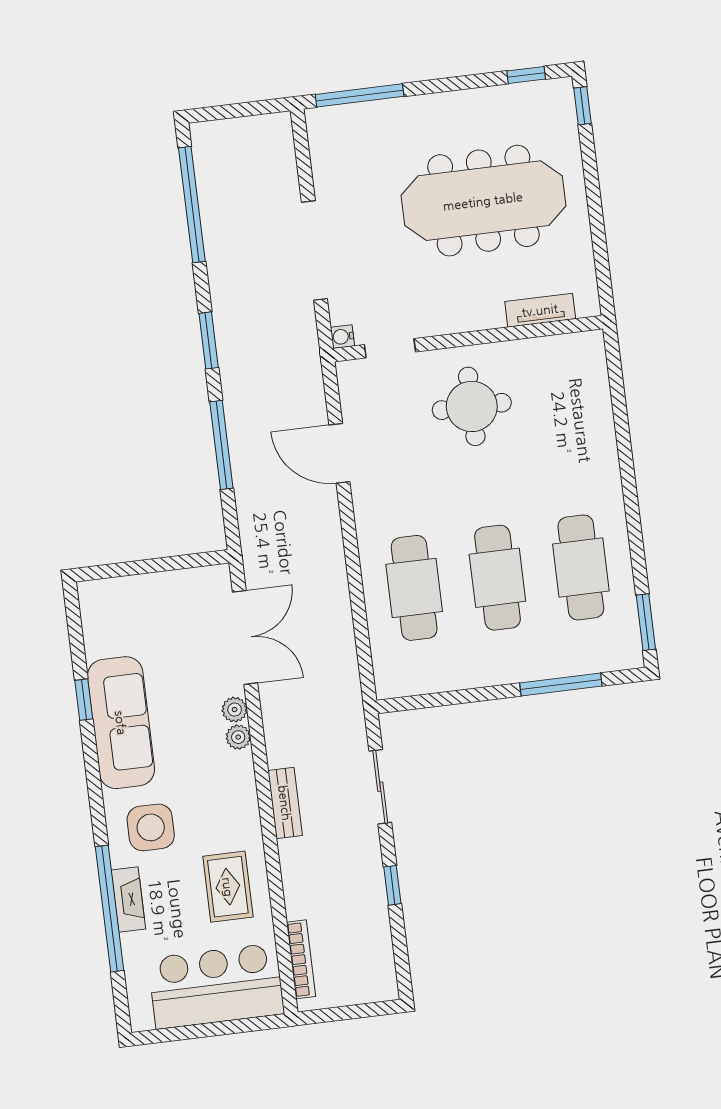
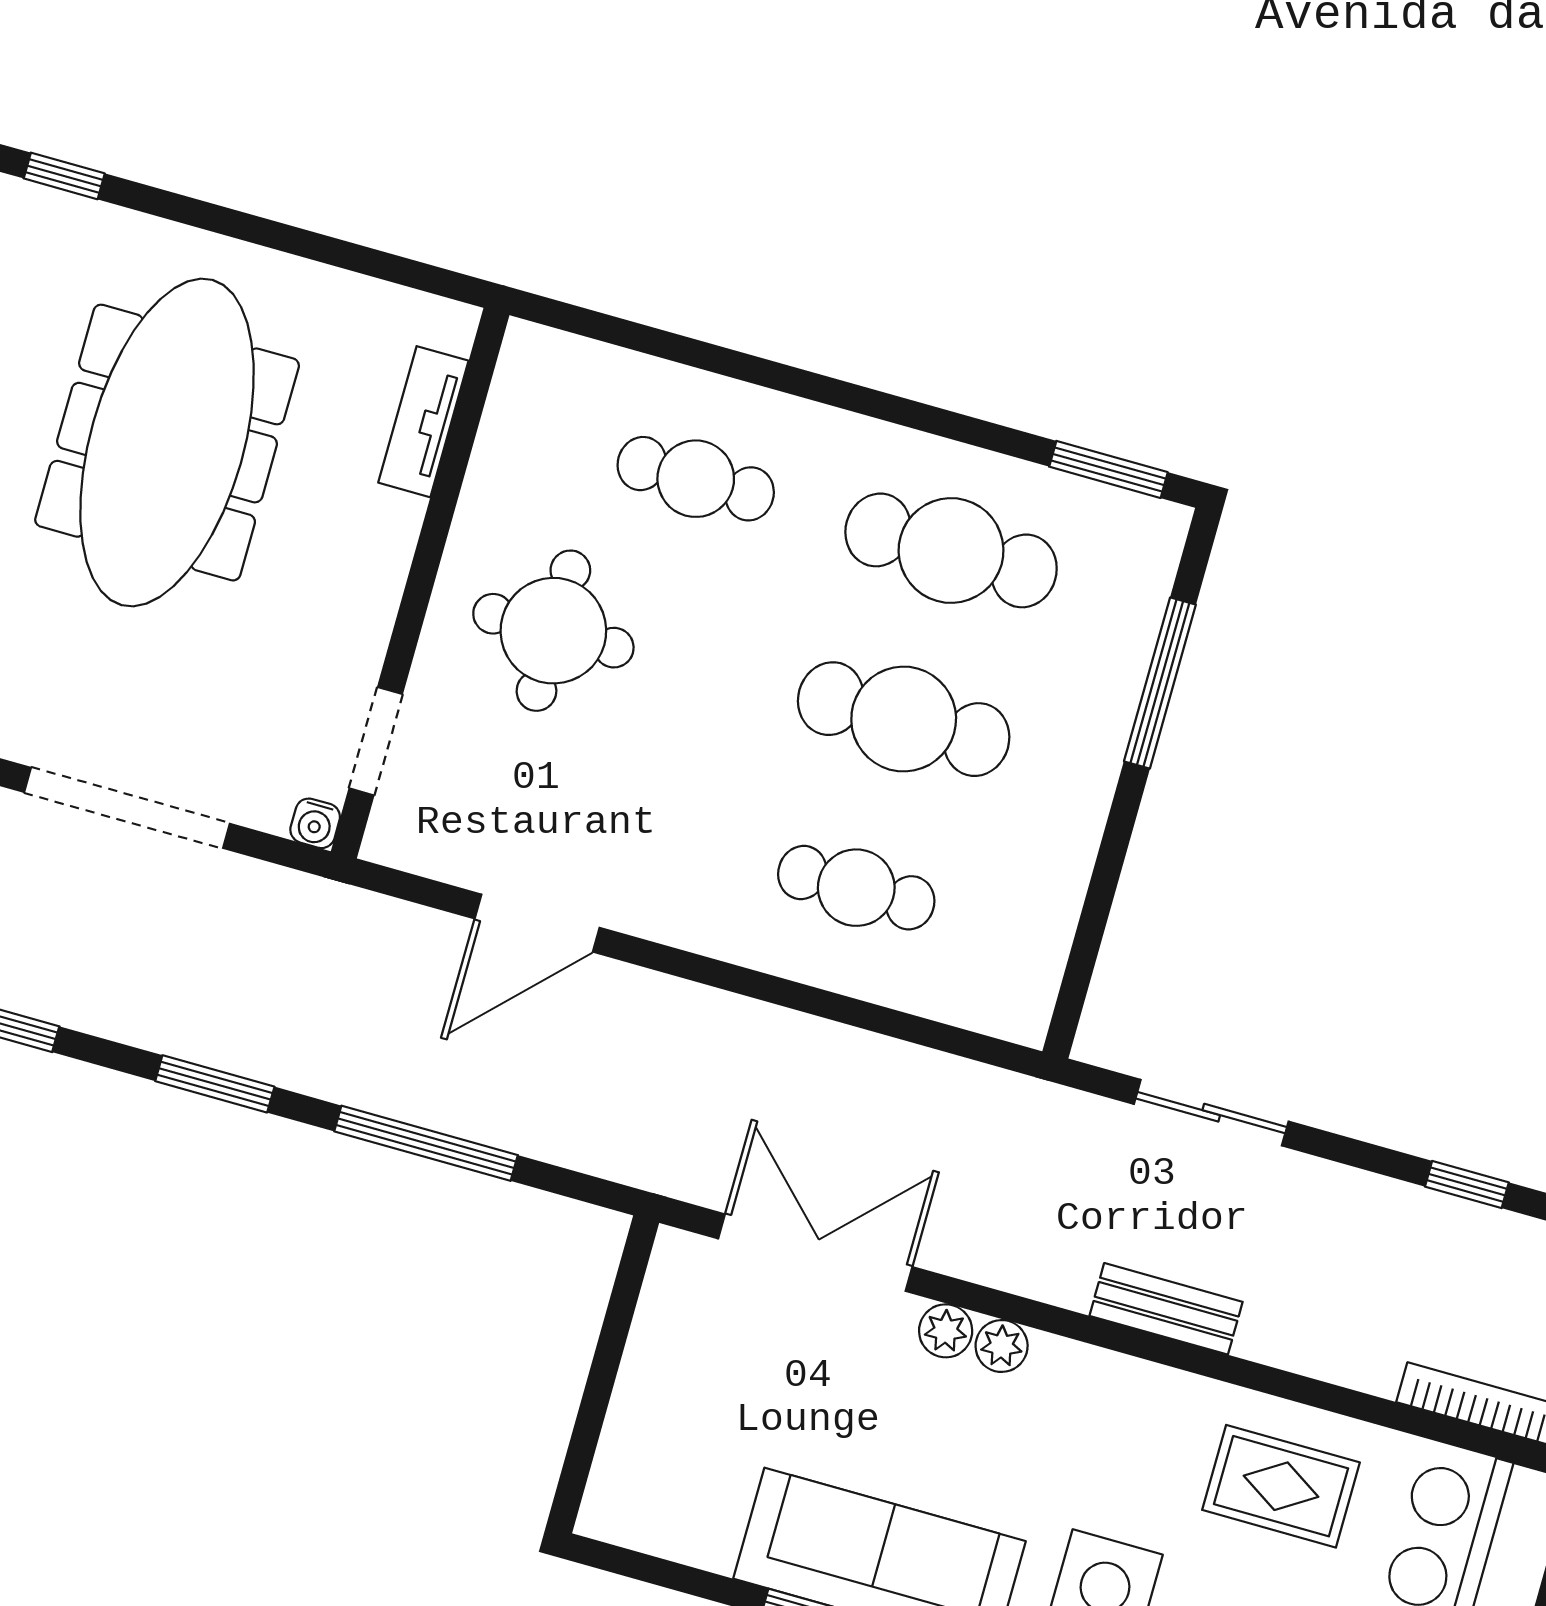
cafe table: (565, 441) -> (696, 479), added
cafe table: (414, 588) -> (856, 888), width x0.73, depth x0.74
window: (392, 885) -> (1467, 1185), moved

